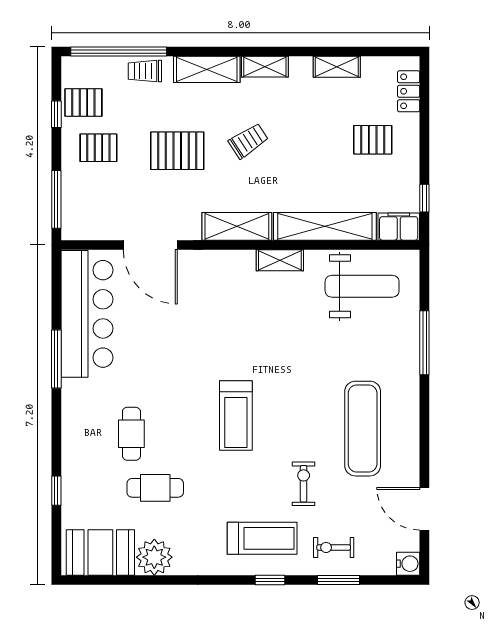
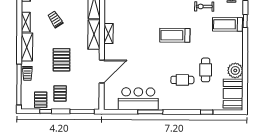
trolley: (248, 141) -> (55, 19), moved
shelving: (280, 260) -> (108, 33), moved
bar counter: (87, 314) -> (138, 99), width x0.73
treadmill: (236, 416) -> (175, 35), turned 180
treadmill: (262, 538) -> (227, 24), turned -90

